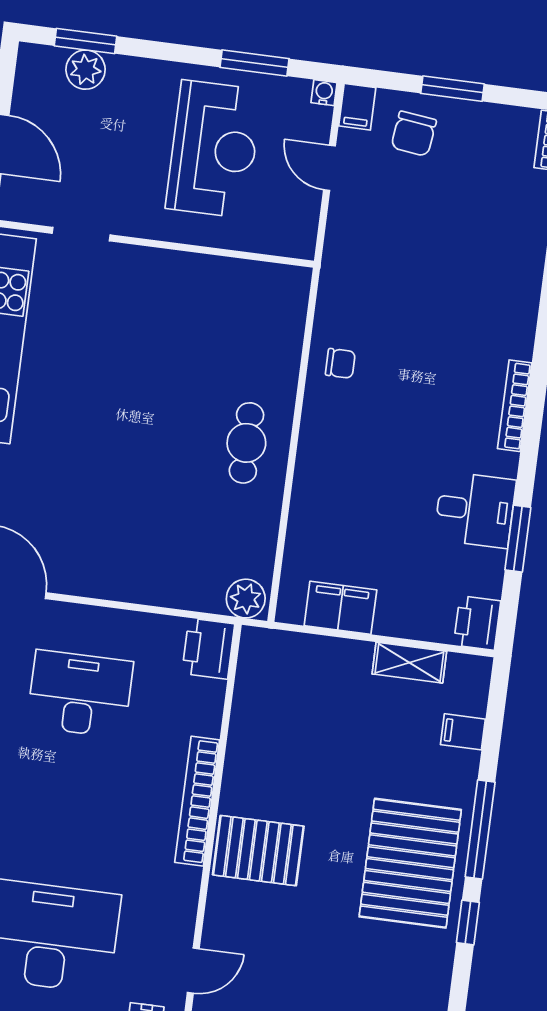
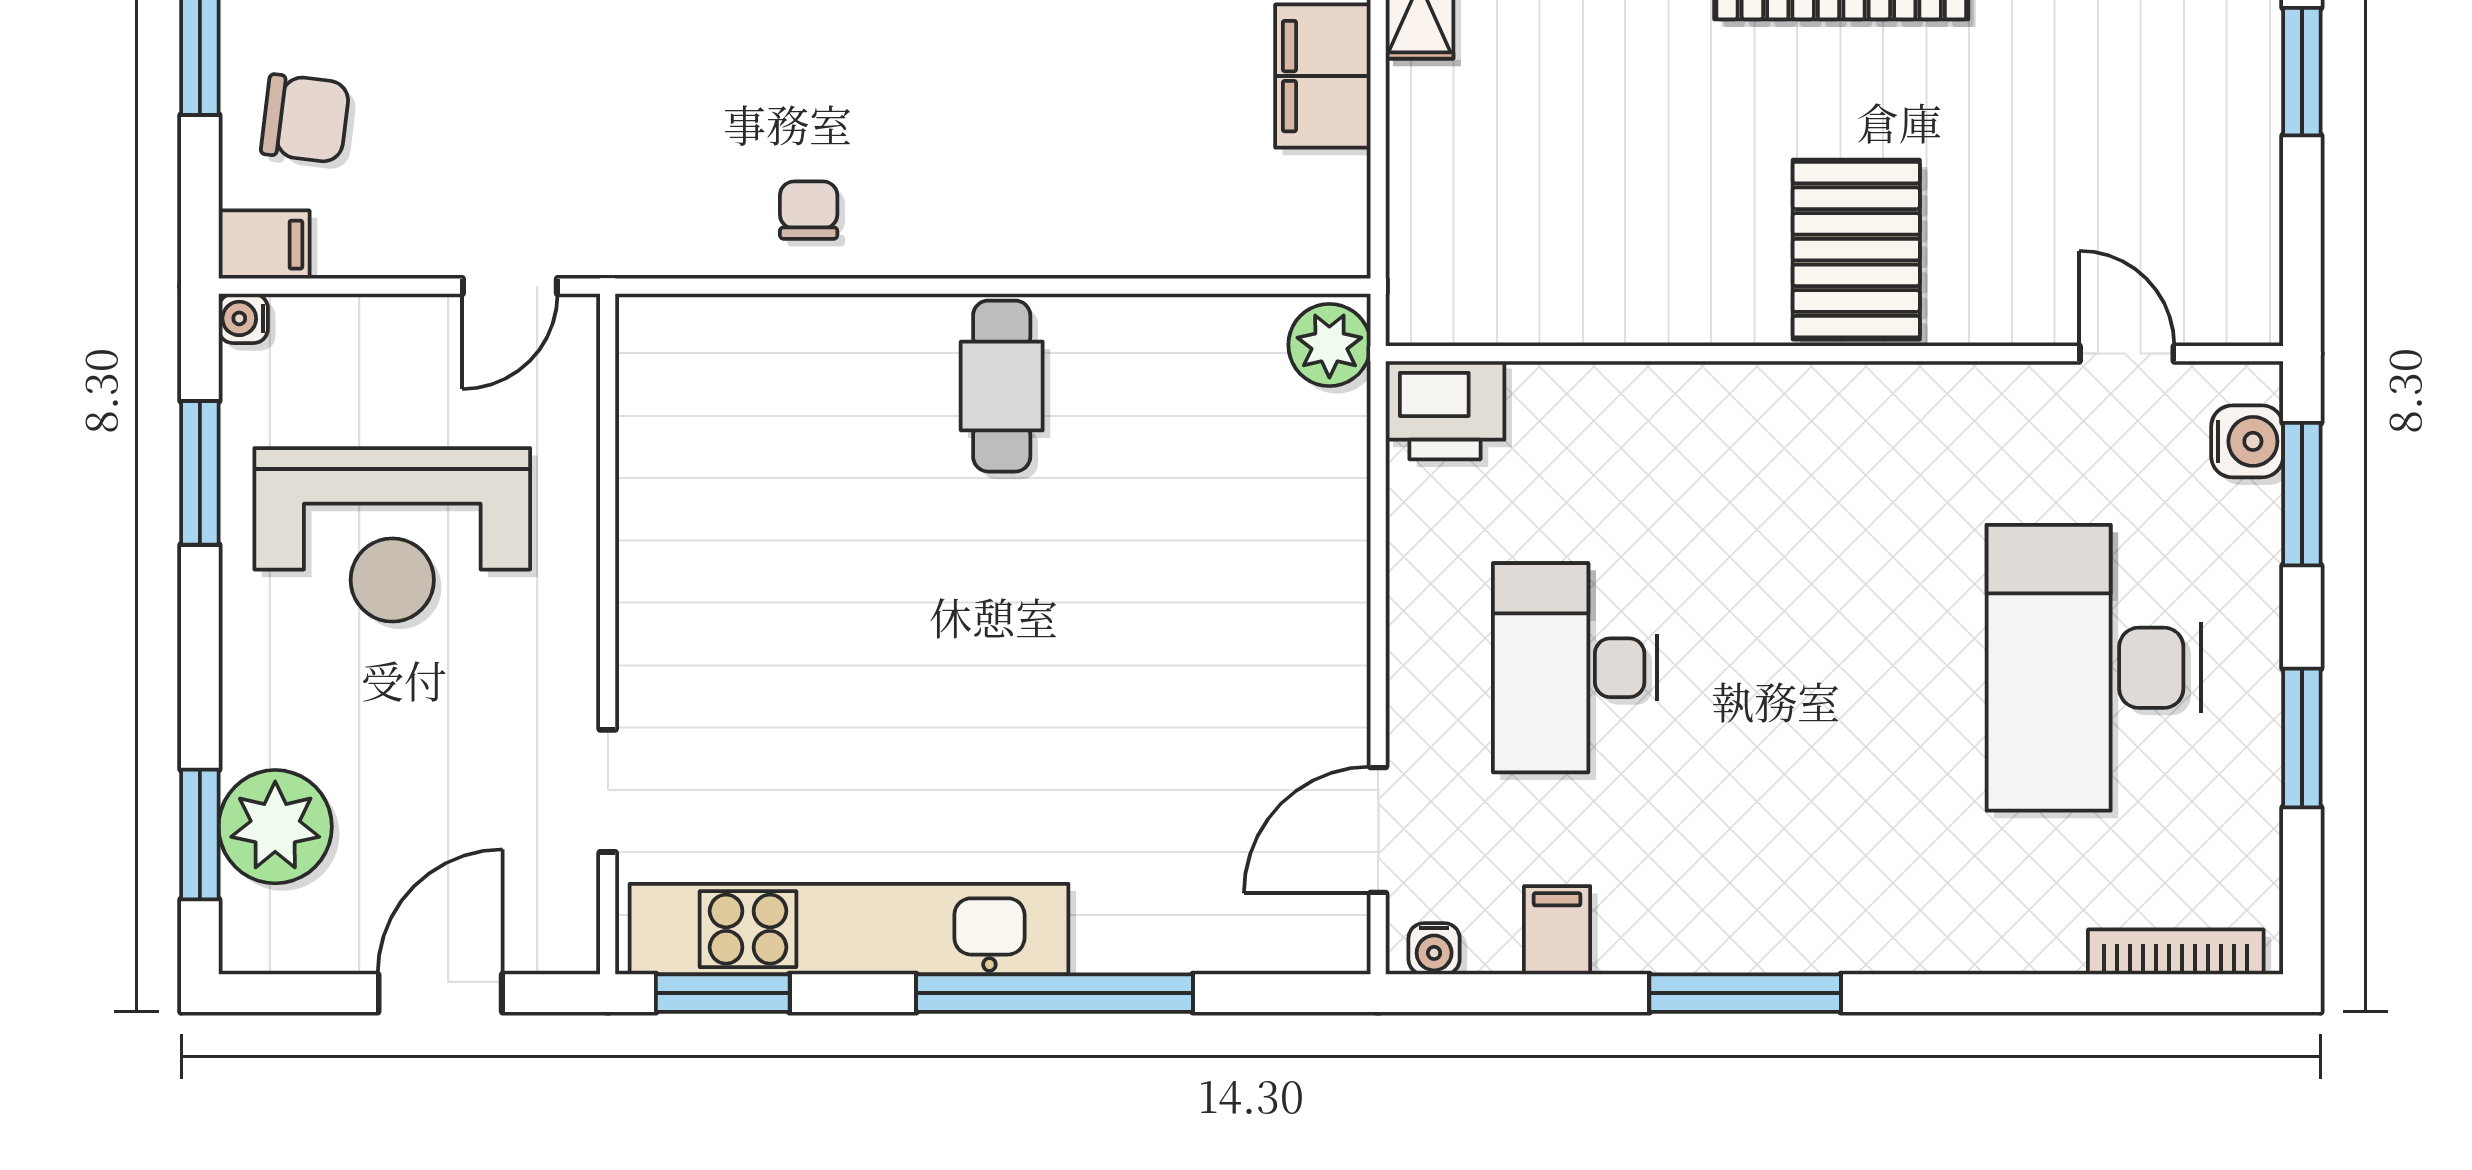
plant: (86, 70) -> (275, 827), width x1.36, depth x1.36
reception desk: (214, 149) -> (392, 535), turned 180
door: (330, 168) -> (510, 286), moved
cafe table: (246, 443) -> (1002, 386), turned 90
filing cabinet: (340, 608) -> (1323, 76), moved
bookcase: (197, 801) -> (1769, 392), removed

